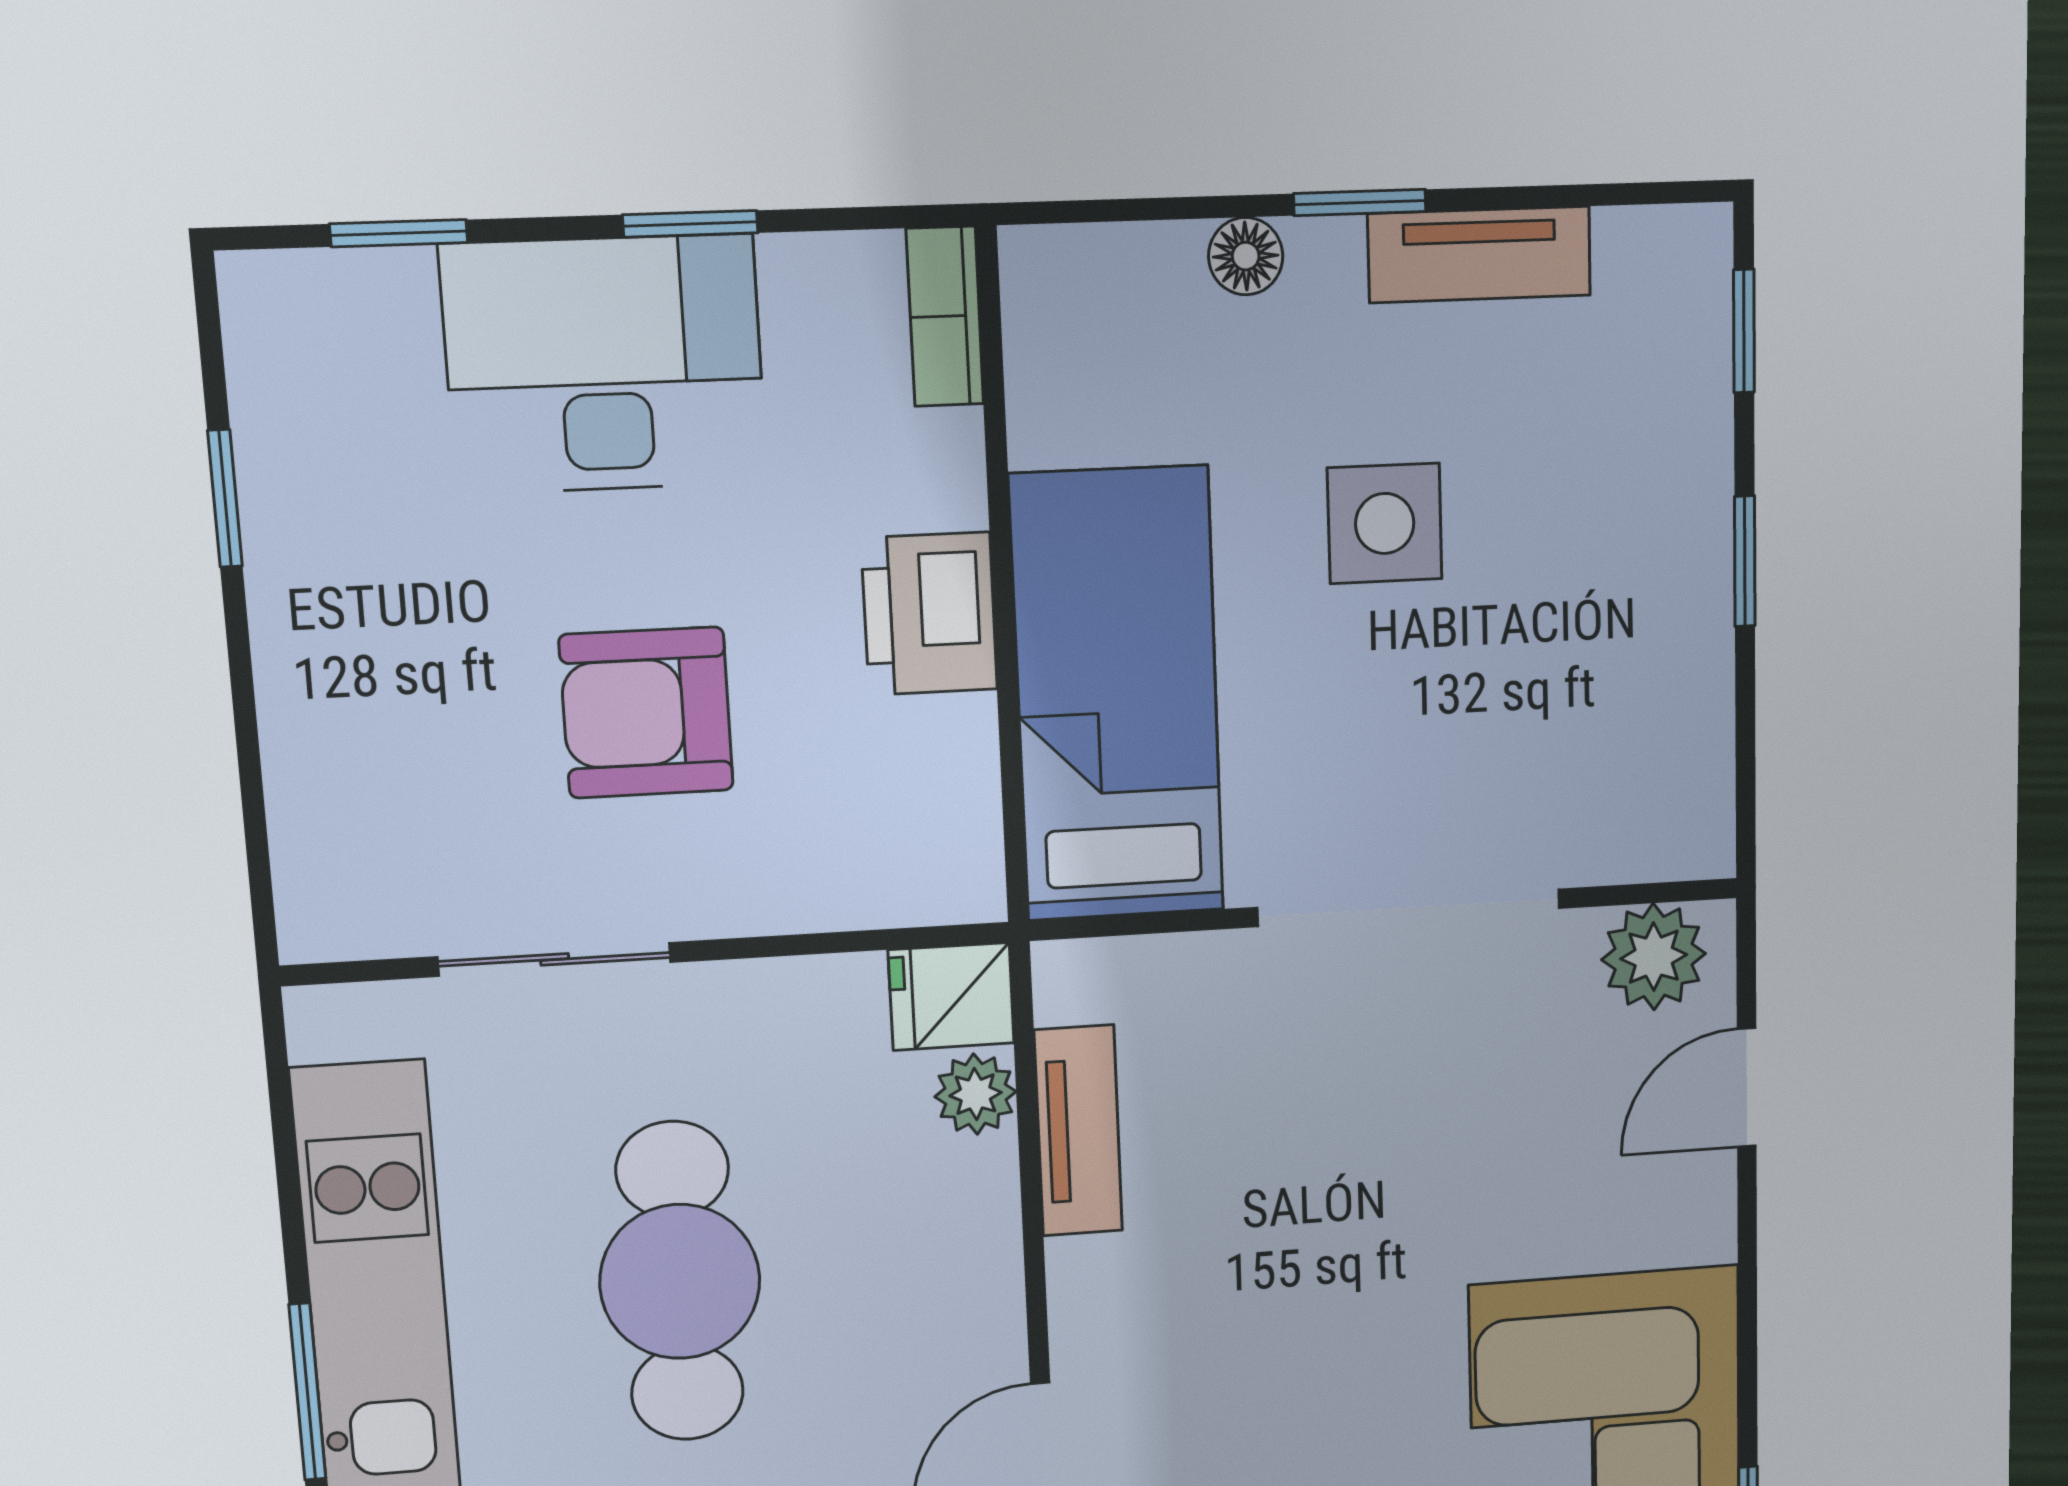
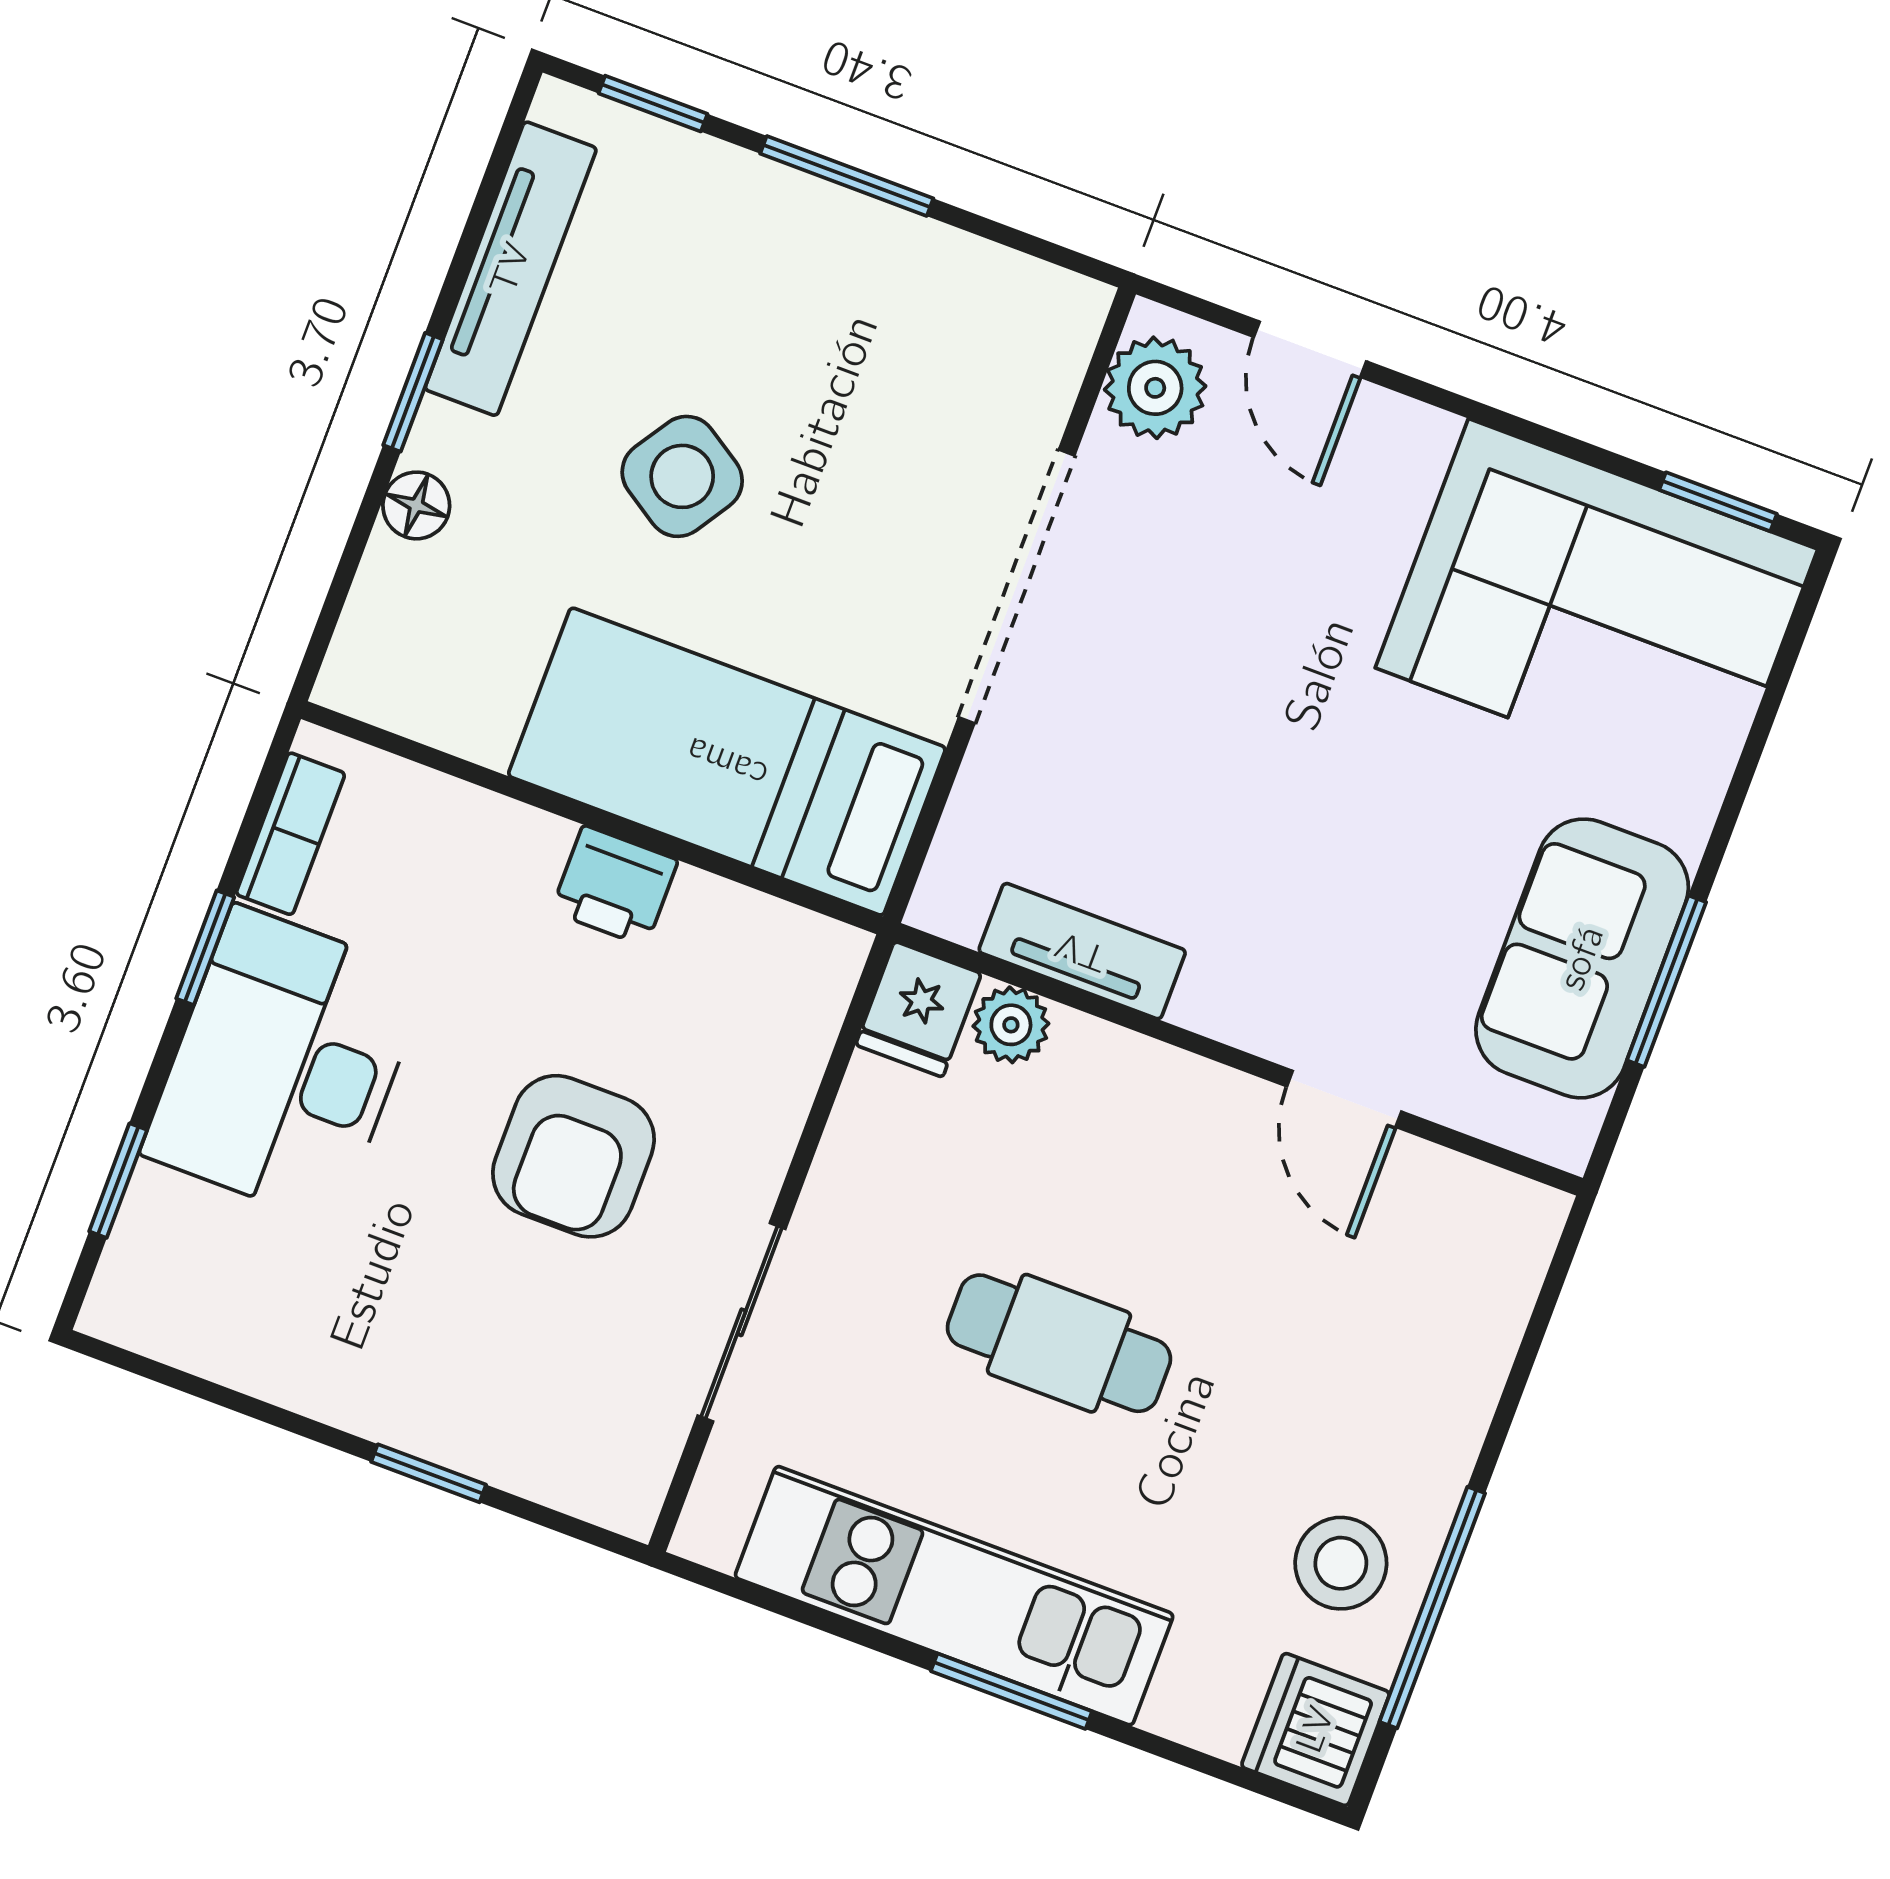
tv unit: (1479, 255) -> (511, 269), width x1.41
bookcase: (945, 316) -> (290, 834), moved, turned -90
window: (225, 498) -> (429, 1473), moved
side table: (1385, 523) -> (682, 476), turned 33
window: (1745, 561) -> (847, 176), width x1.50
printer: (929, 614) -> (615, 886), width x0.73, depth x0.81
cafe table: (680, 1282) -> (1059, 1343), width x0.73, depth x0.74

